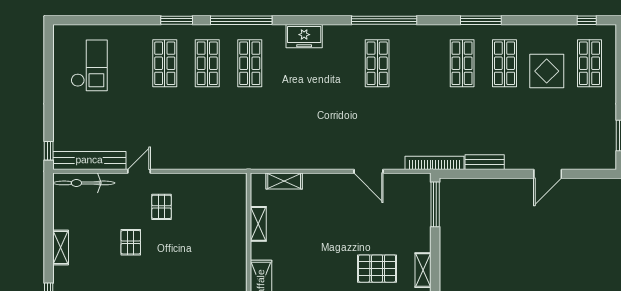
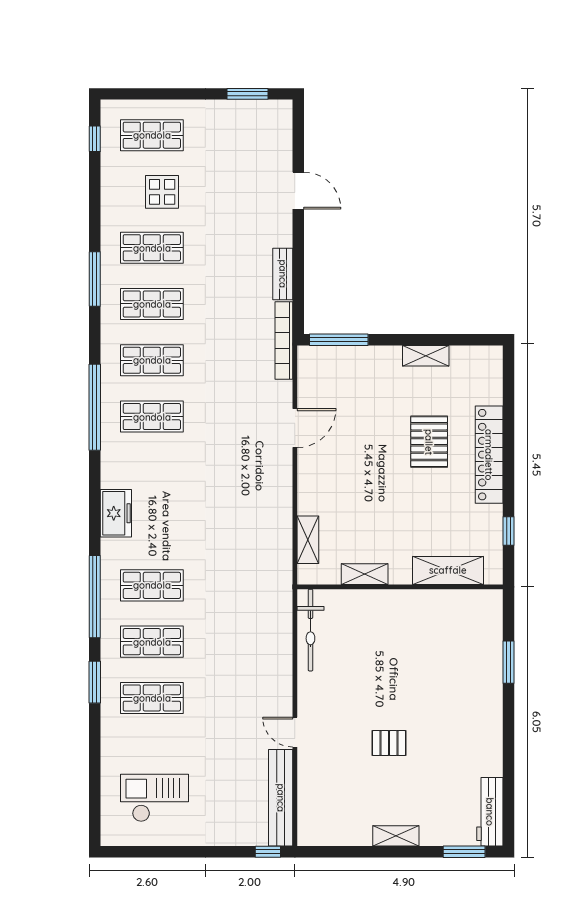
shop shelf: (420, 63) -> (152, 360), added
display table: (547, 71) -> (162, 192), width x0.73, depth x0.73
bicycle: (84, 183) -> (310, 630), moved
pallet: (161, 207) -> (342, 702), removed
pallet: (377, 269) -> (429, 442), moved

